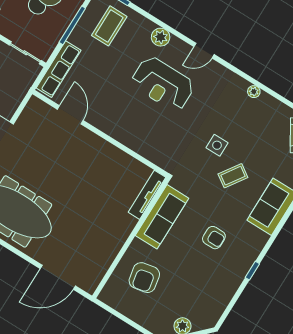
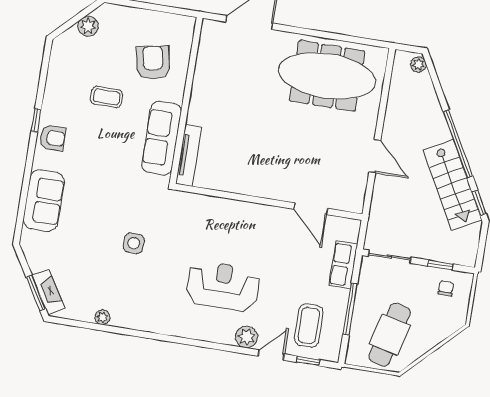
door: (204, 51) -> (271, 355), moved
row of seats: (59, 69) -> (343, 265), width x0.68
plant: (254, 92) -> (102, 317), moved
coffee table: (233, 176) -> (107, 97), moved, turned 56
armchair: (214, 238) -> (52, 138), moved, turned 180

